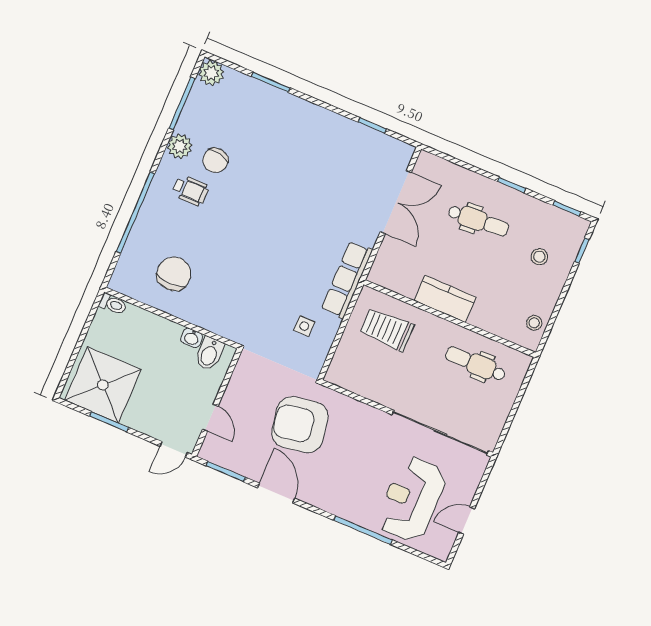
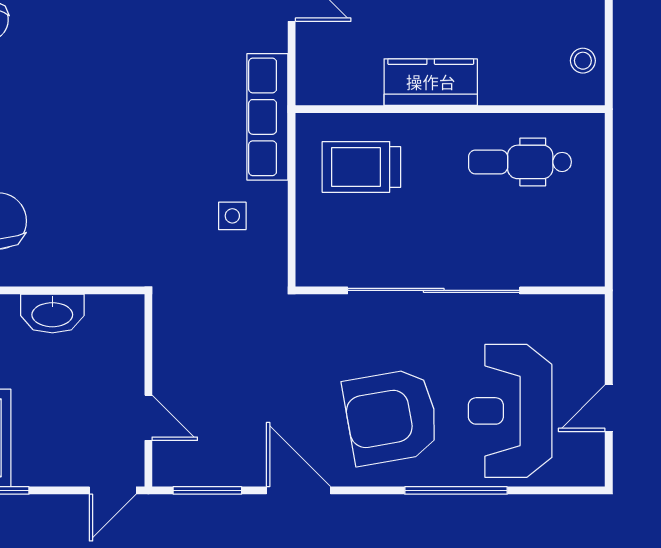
washbasin: (192, 338) -> (52, 314), width x1.91, depth x1.45
bidet: (209, 354) -> (105, 320), removed
armchair: (300, 425) -> (391, 417), moved
sliding door: (440, 433) -> (434, 290), moved

